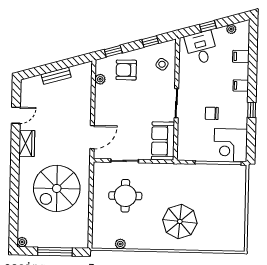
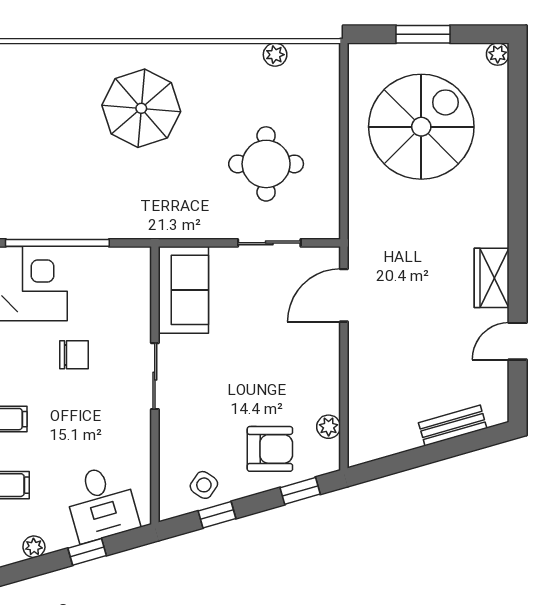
side table: (162, 64) -> (204, 485), moved
bench: (56, 76) -> (453, 425), moved
spiral stairs: (57, 188) -> (421, 127), moved
window: (55, 252) -> (423, 34), width x0.69

